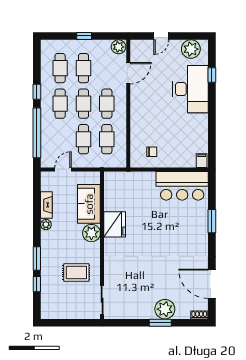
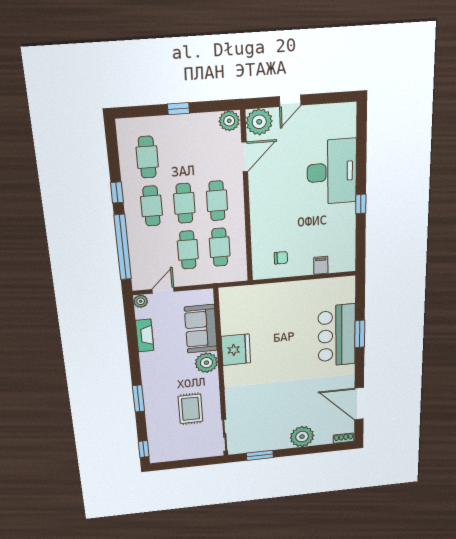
plant: (191, 49) -> (259, 122), moved
cafe table: (83, 68) -> (181, 155), removed
window: (212, 75) -> (361, 204), moved
filing cabinet: (202, 161) -> (321, 265), moved
bar counter: (182, 186) -> (337, 335), moved, turned 90
plant: (46, 225) -> (141, 301), moved
rug: (76, 273) -> (190, 409), turned 90
window: (37, 284) -> (144, 449), moved
window: (160, 323) -> (260, 455), moved

